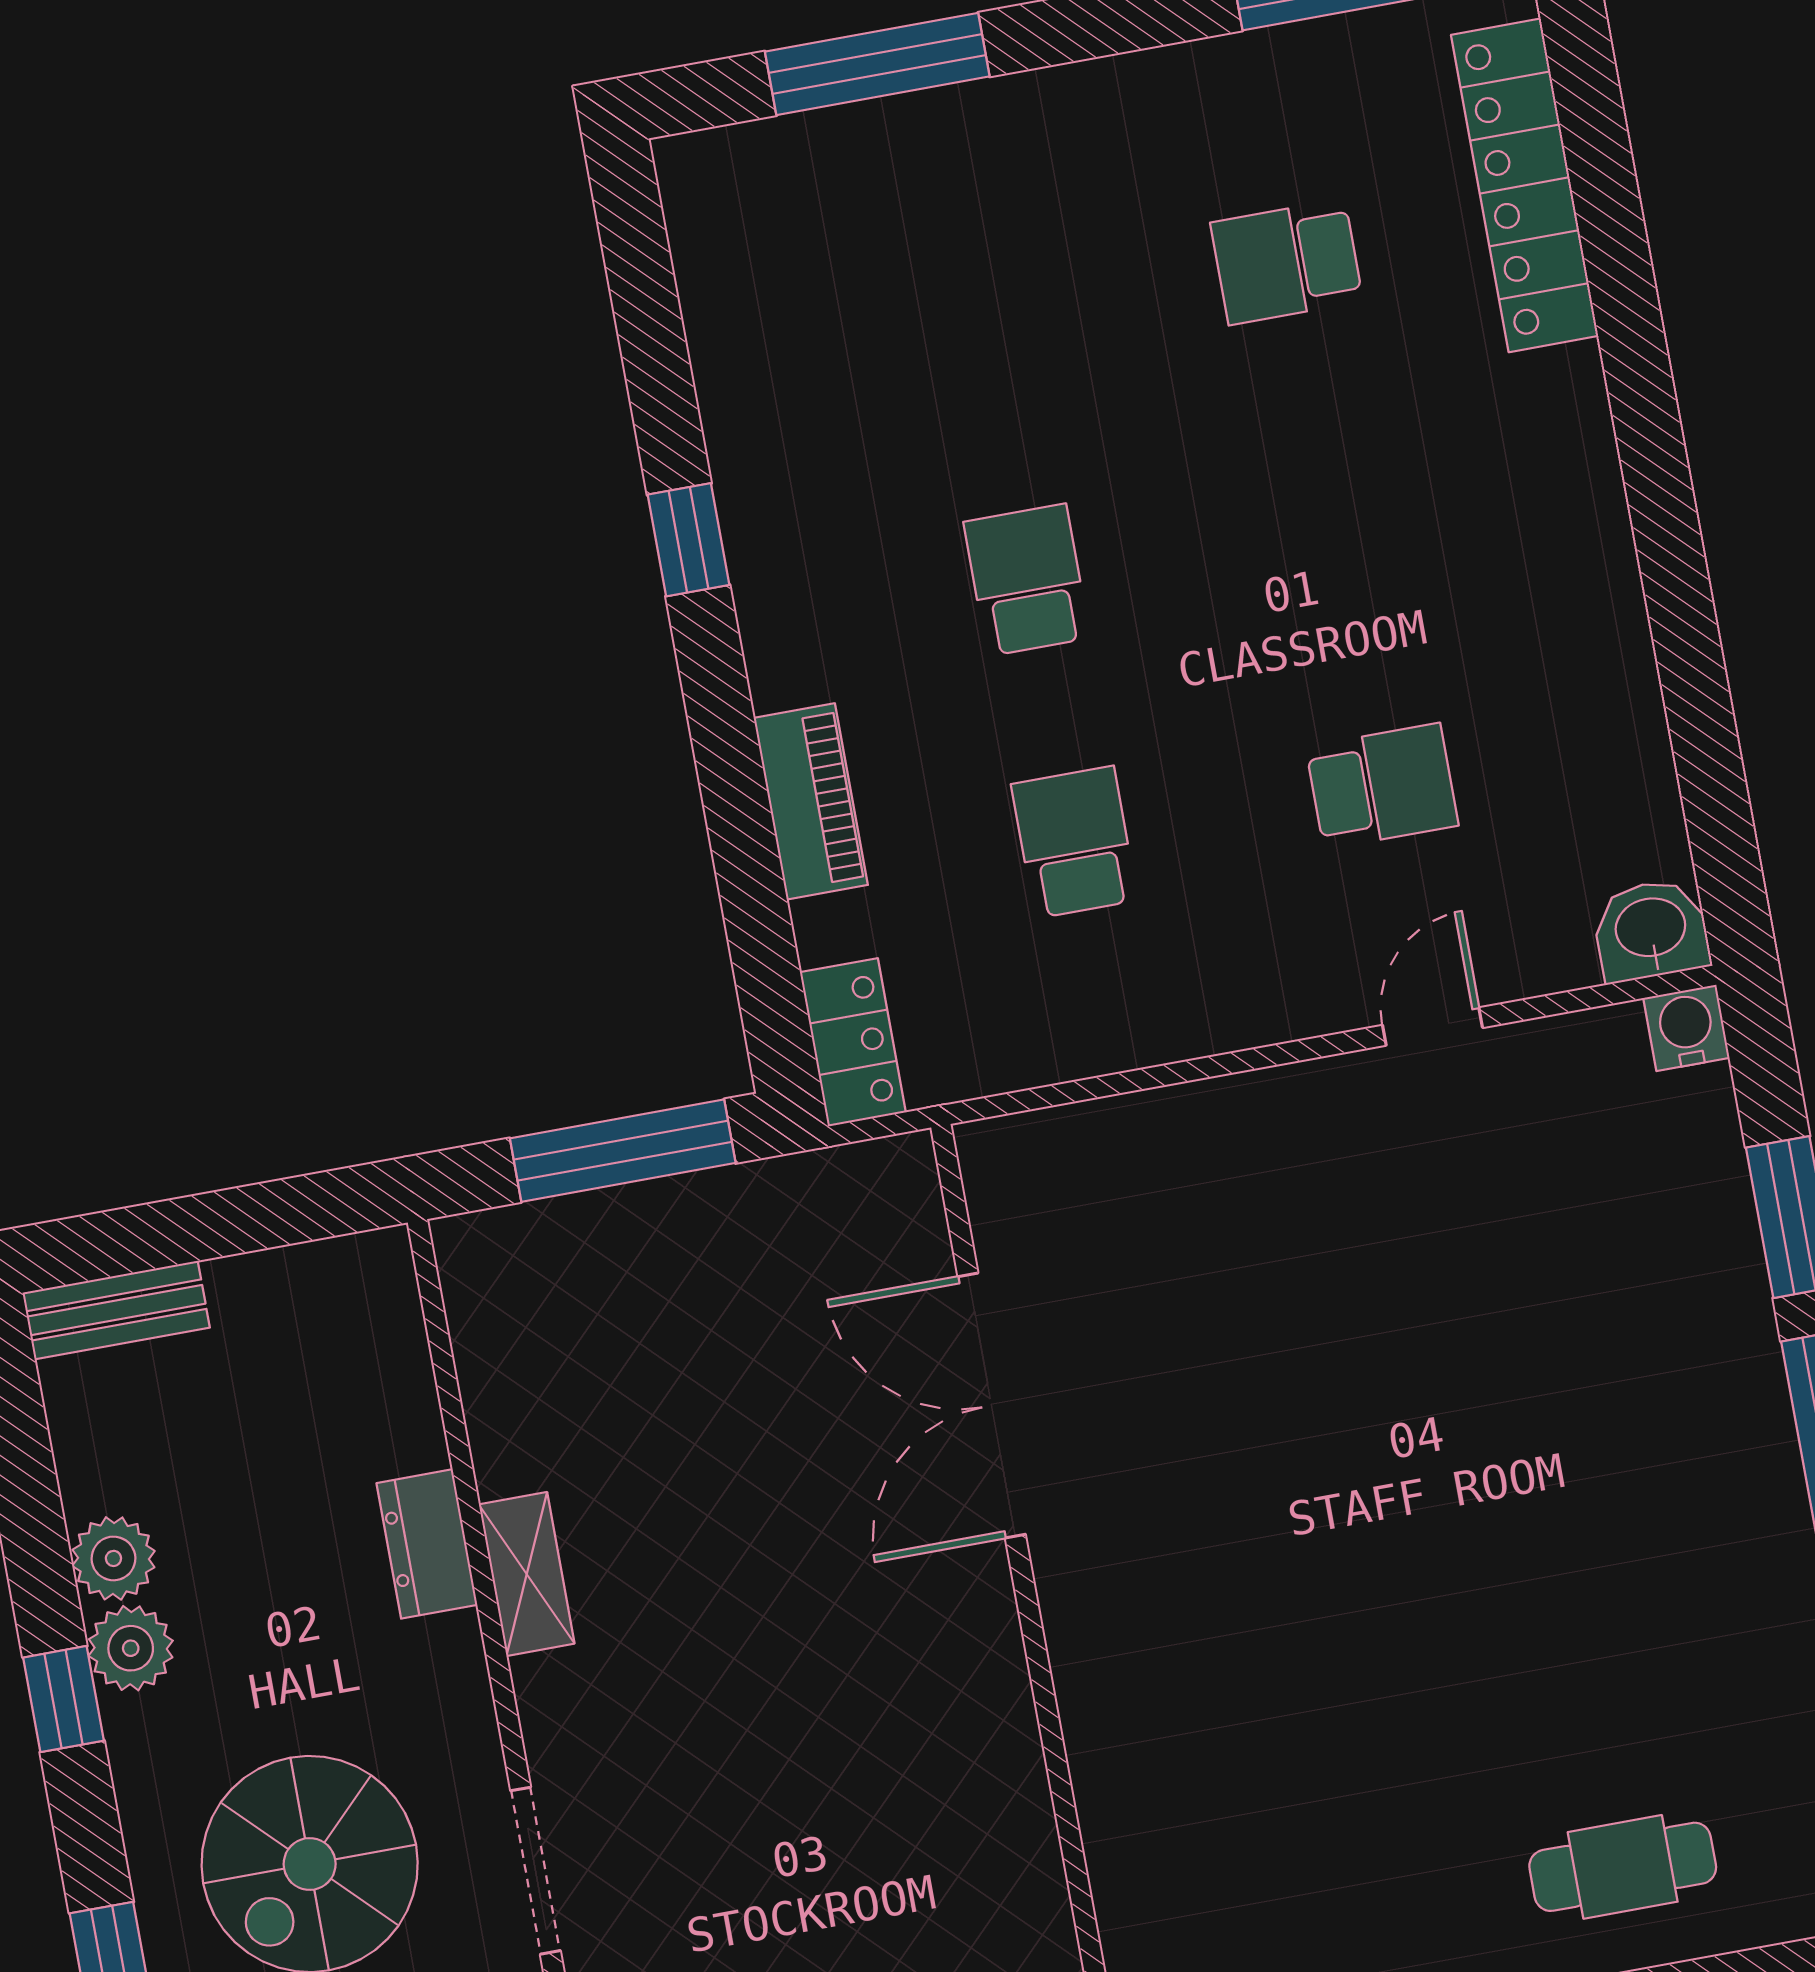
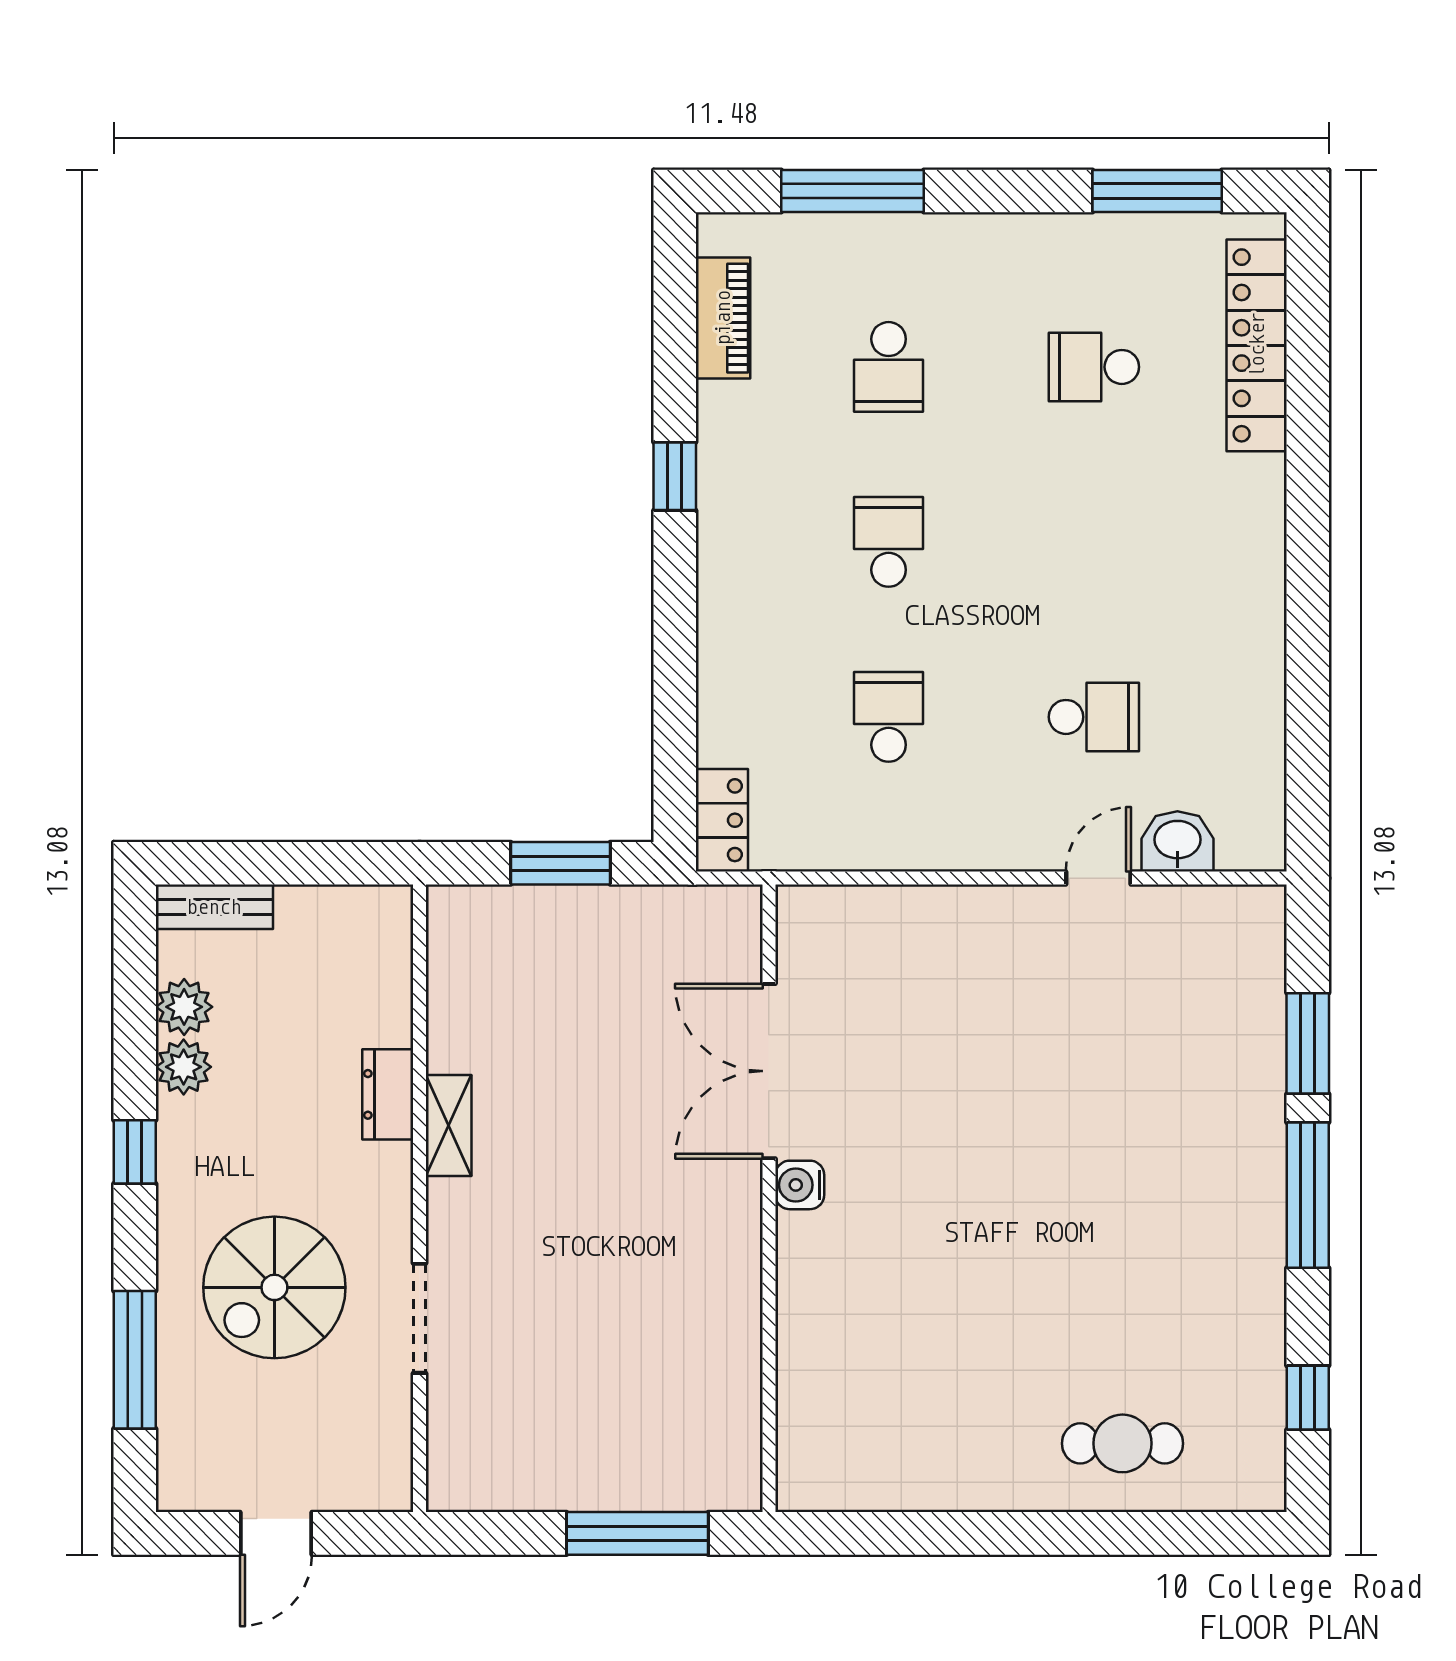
school desk: (979, 318) -> (889, 367), added
piano: (811, 801) -> (723, 318), moved
washbasin: (1651, 930) -> (1177, 841), moved
water cooler: (1686, 1028) -> (800, 1185), moved, turned -90
window: (623, 1151) -> (560, 863), width x0.69
plant: (131, 1648) -> (184, 1007), moved

